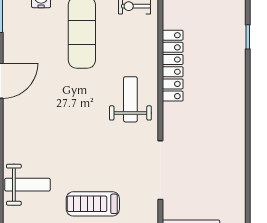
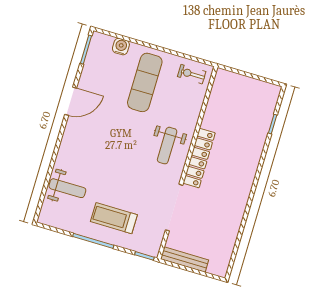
locker: (173, 66) -> (199, 158), moved
weight bench: (130, 99) -> (167, 146), turned 180

